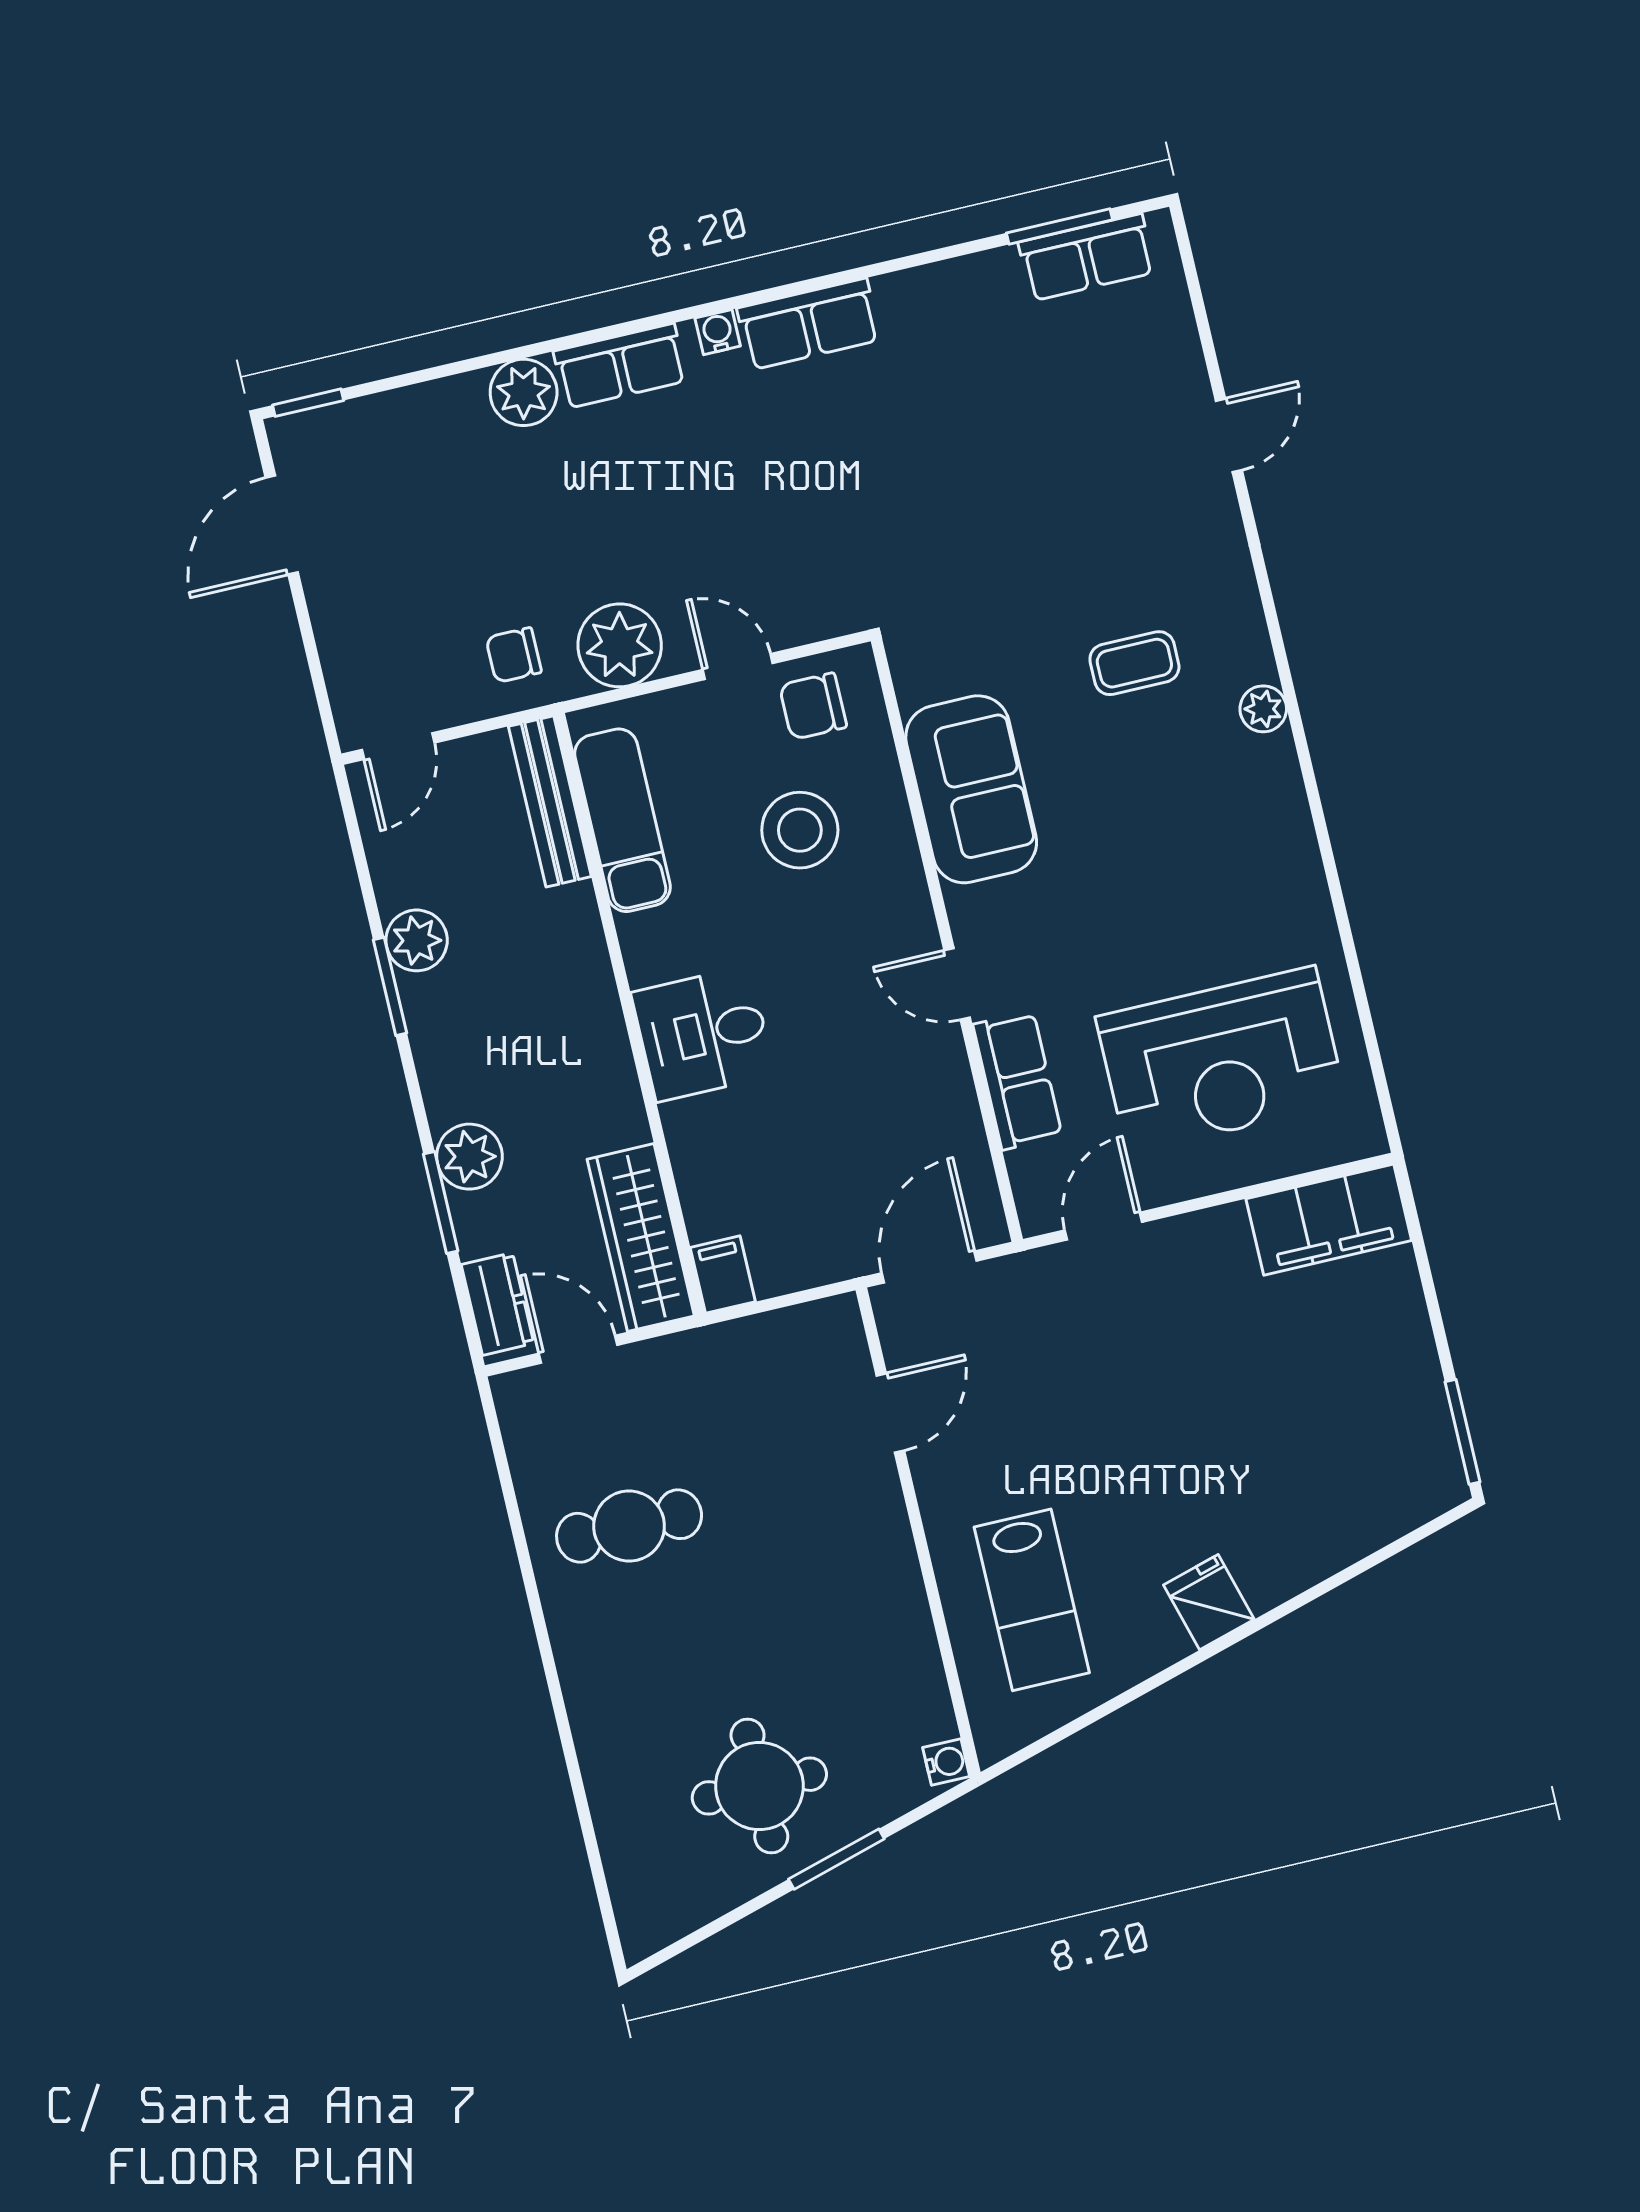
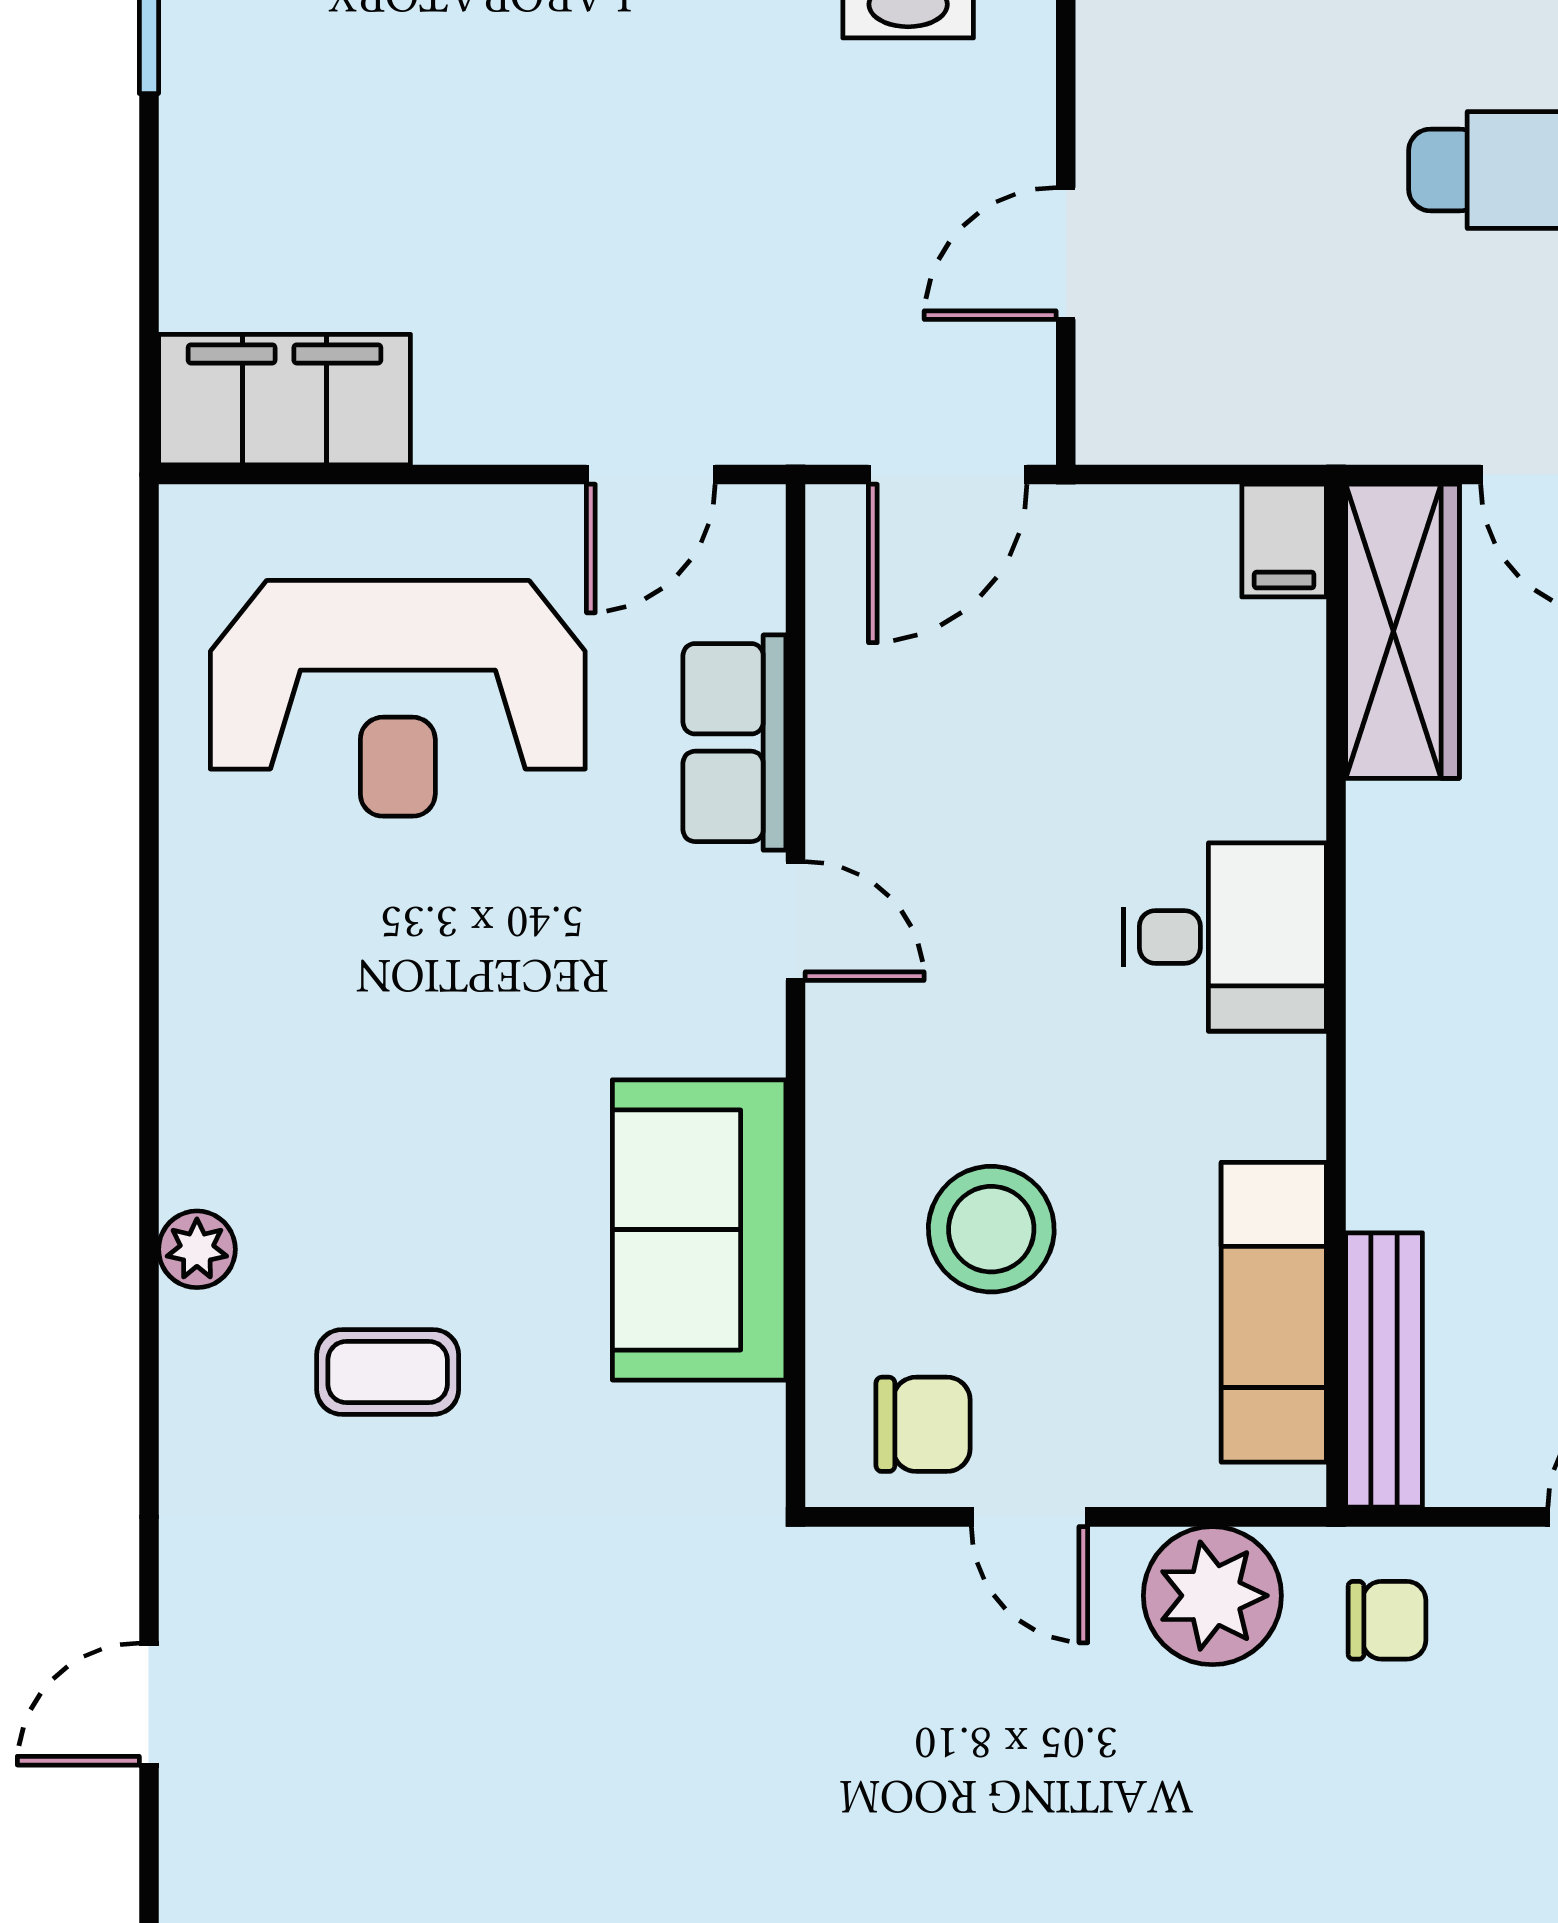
reception desk: (1221, 1060) -> (398, 698), turned 180

